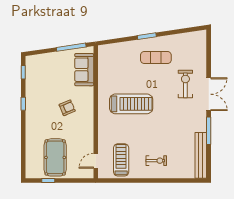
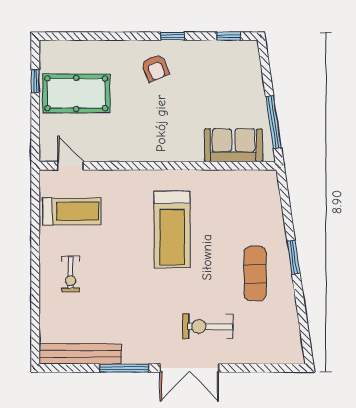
exercise bike: (185, 84) -> (208, 326), turned 180
armchair: (67, 108) -> (155, 68), moved

